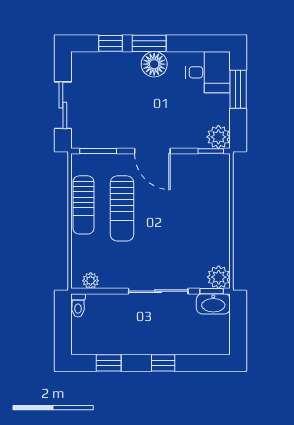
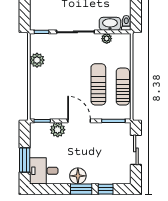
plant: (218, 137) -> (58, 130), moved
plant: (219, 277) -> (37, 60), moved
plant: (91, 281) -> (107, 39), moved
washbasin: (213, 304) -> (110, 24), moved

